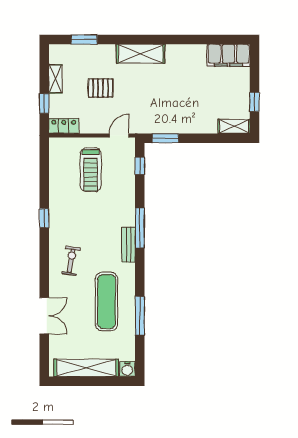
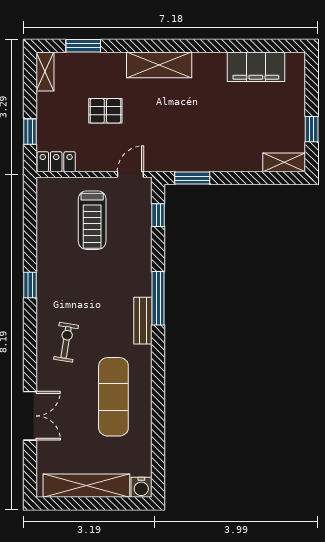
filing cabinet: (228, 55) -> (256, 67), moved
shelving: (55, 79) -> (45, 72), moved
window: (140, 316) -> (158, 416), removed

